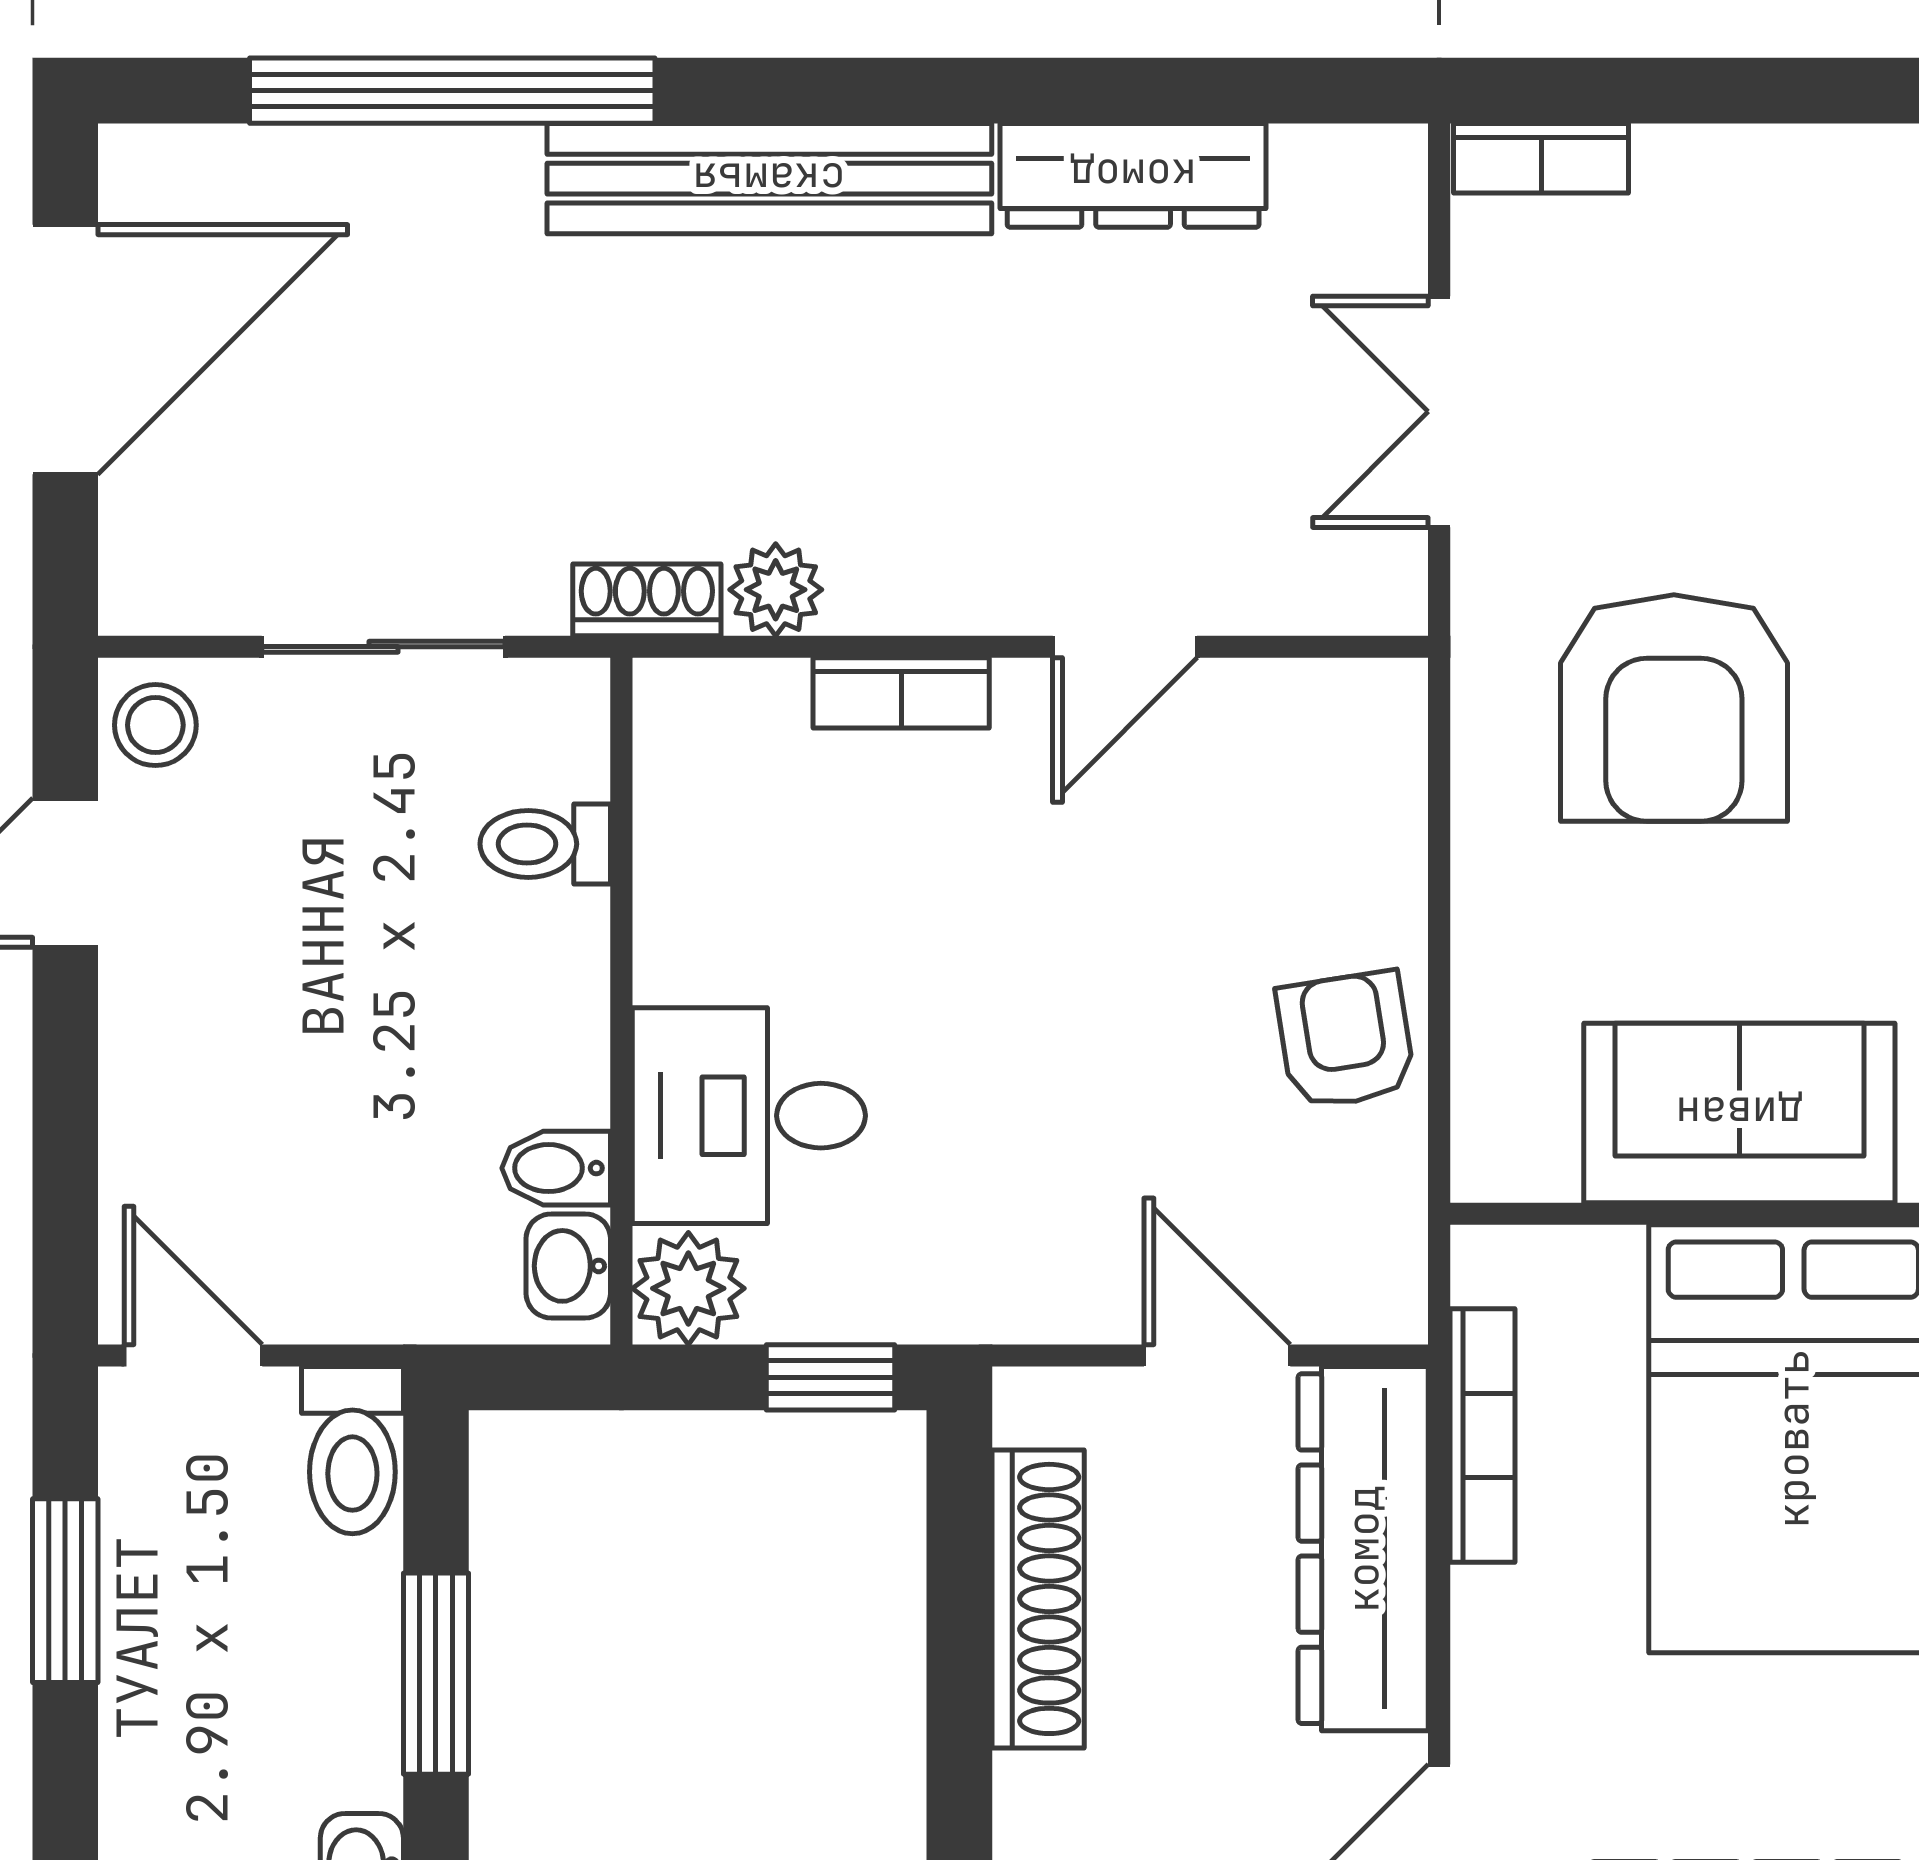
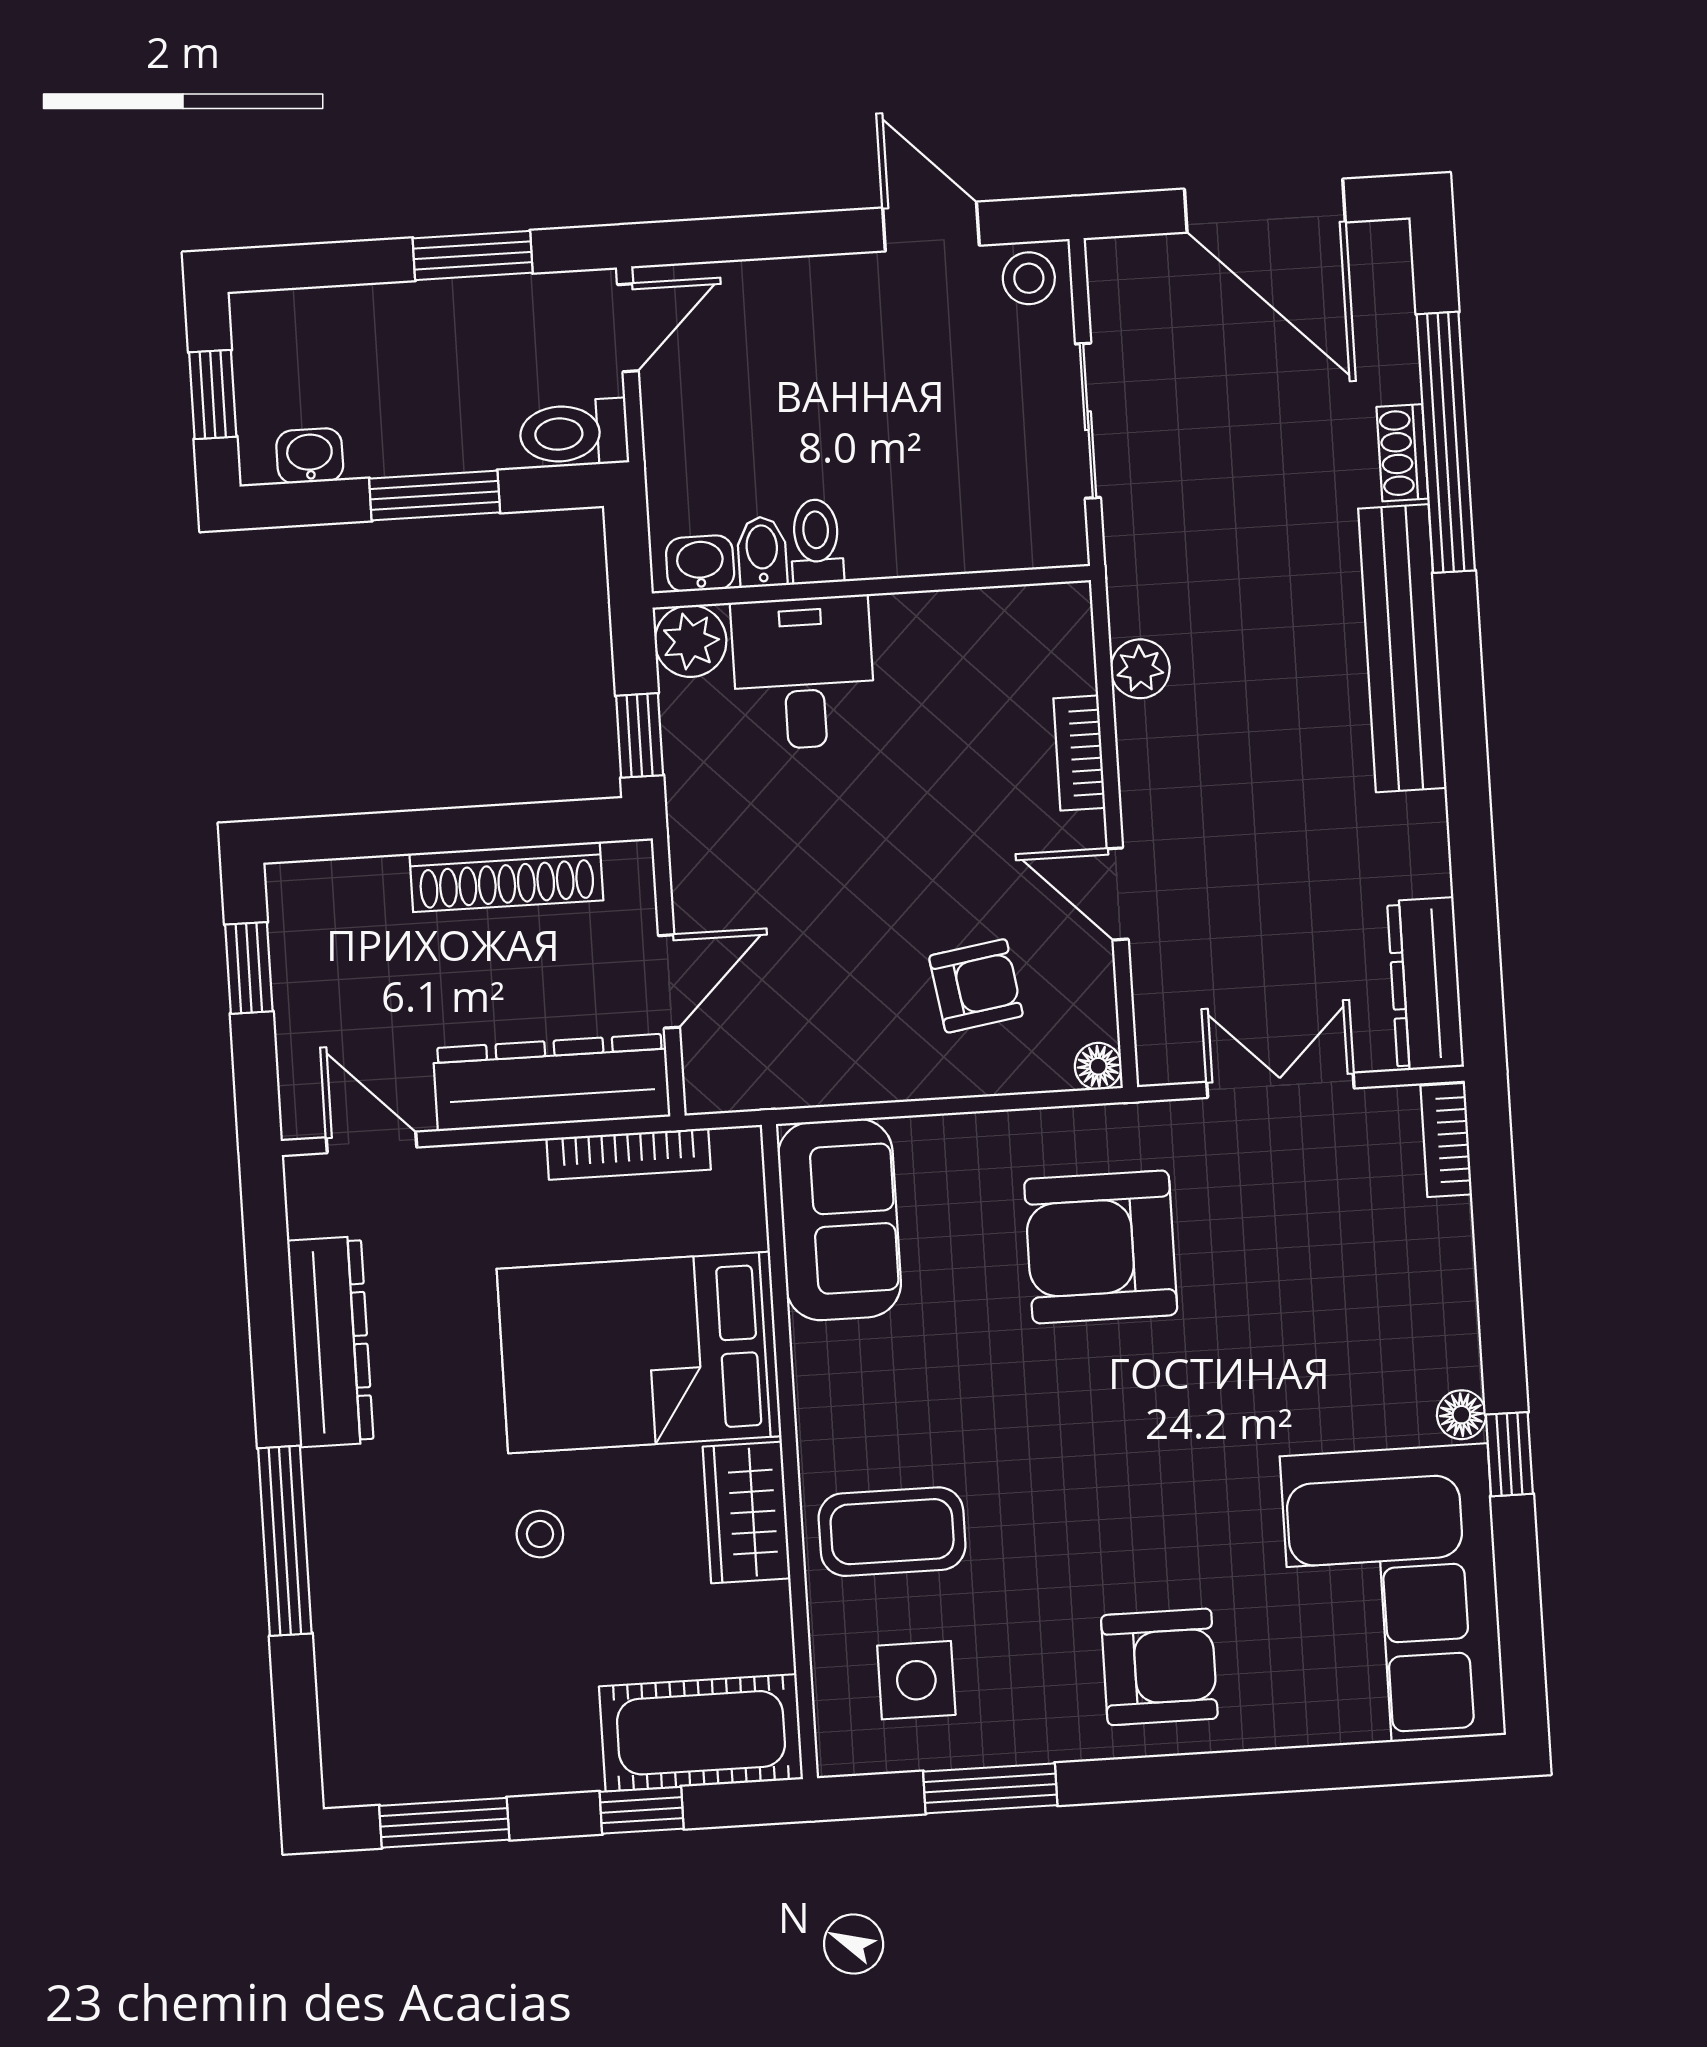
dresser: (1133, 175) -> (1426, 984), moved
shoe rack: (647, 600) -> (1402, 453), moved, turned 180
floor lamp: (1392, 694) -> (1098, 1066), added
toilet: (545, 844) -> (816, 541), moved
armchair: (1346, 1040) -> (976, 986), moved
sofa: (1739, 1113) -> (839, 1220), moved

